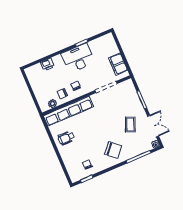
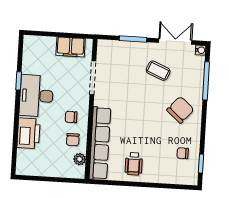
printer: (48, 64) -> (29, 133), width x1.87, depth x1.48

